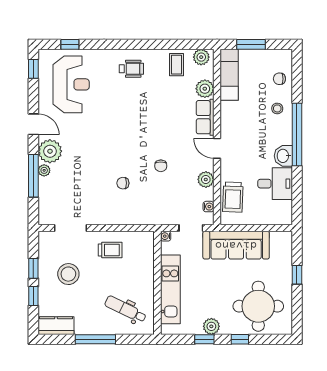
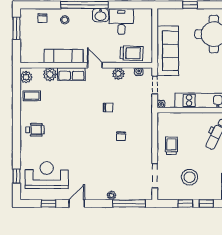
window: (251, 44) -> (17, 28), moved
window: (33, 69) -> (48, 203), moved
wheelchair: (131, 69) -> (35, 130), turned 90
exam couch: (229, 75) -> (64, 56), moved
door: (217, 148) -> (95, 65), swing flipped
plant: (50, 151) -> (97, 191), removed
window: (33, 176) -> (129, 203), moved

